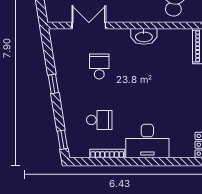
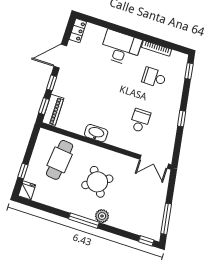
double door: (89, 26) -> (154, 162), moved
school desk: (99, 66) -> (140, 121), turned 180

